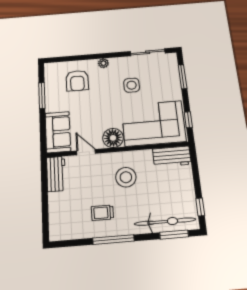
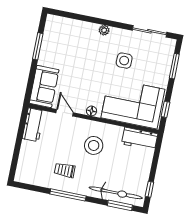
armchair: (77, 81) -> (75, 41), removed
floor lamp: (113, 138) -> (92, 111), width x0.53, depth x0.53

